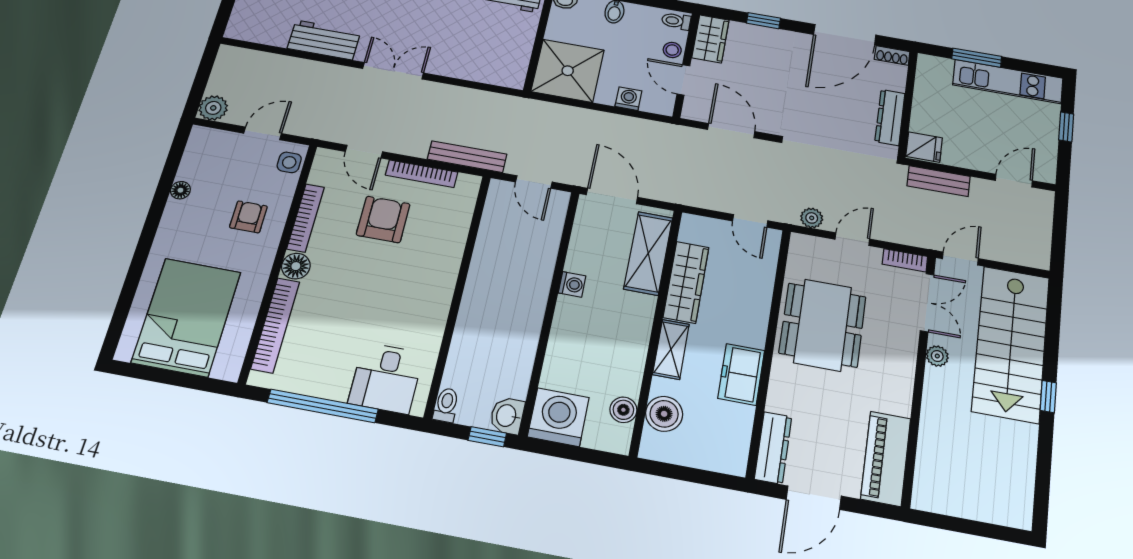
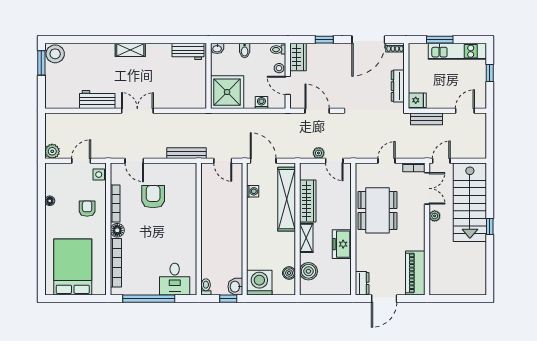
bookcase: (422, 174) -> (166, 167), removed
plant: (812, 218) -> (319, 153), moved
shelving: (648, 253) -> (287, 199), width x1.47
washing machine: (572, 284) -> (253, 191), moved
dresser: (773, 448) -> (362, 283), width x0.70

